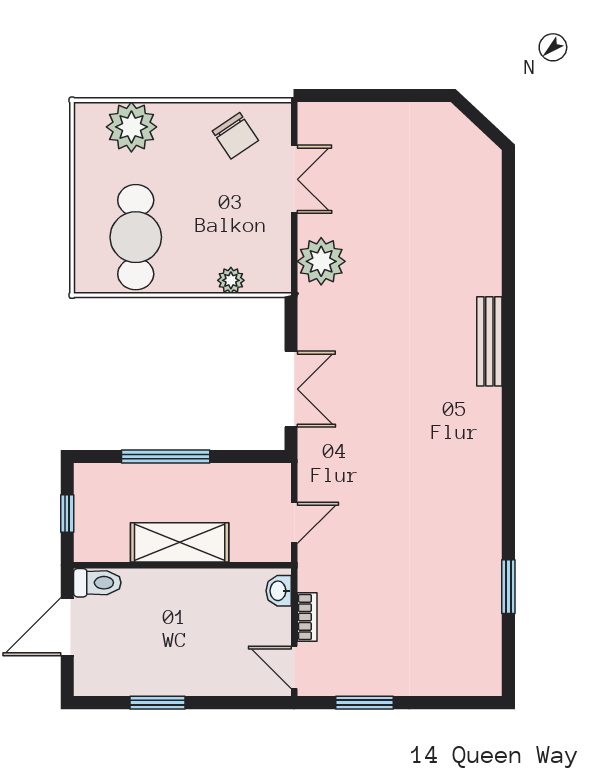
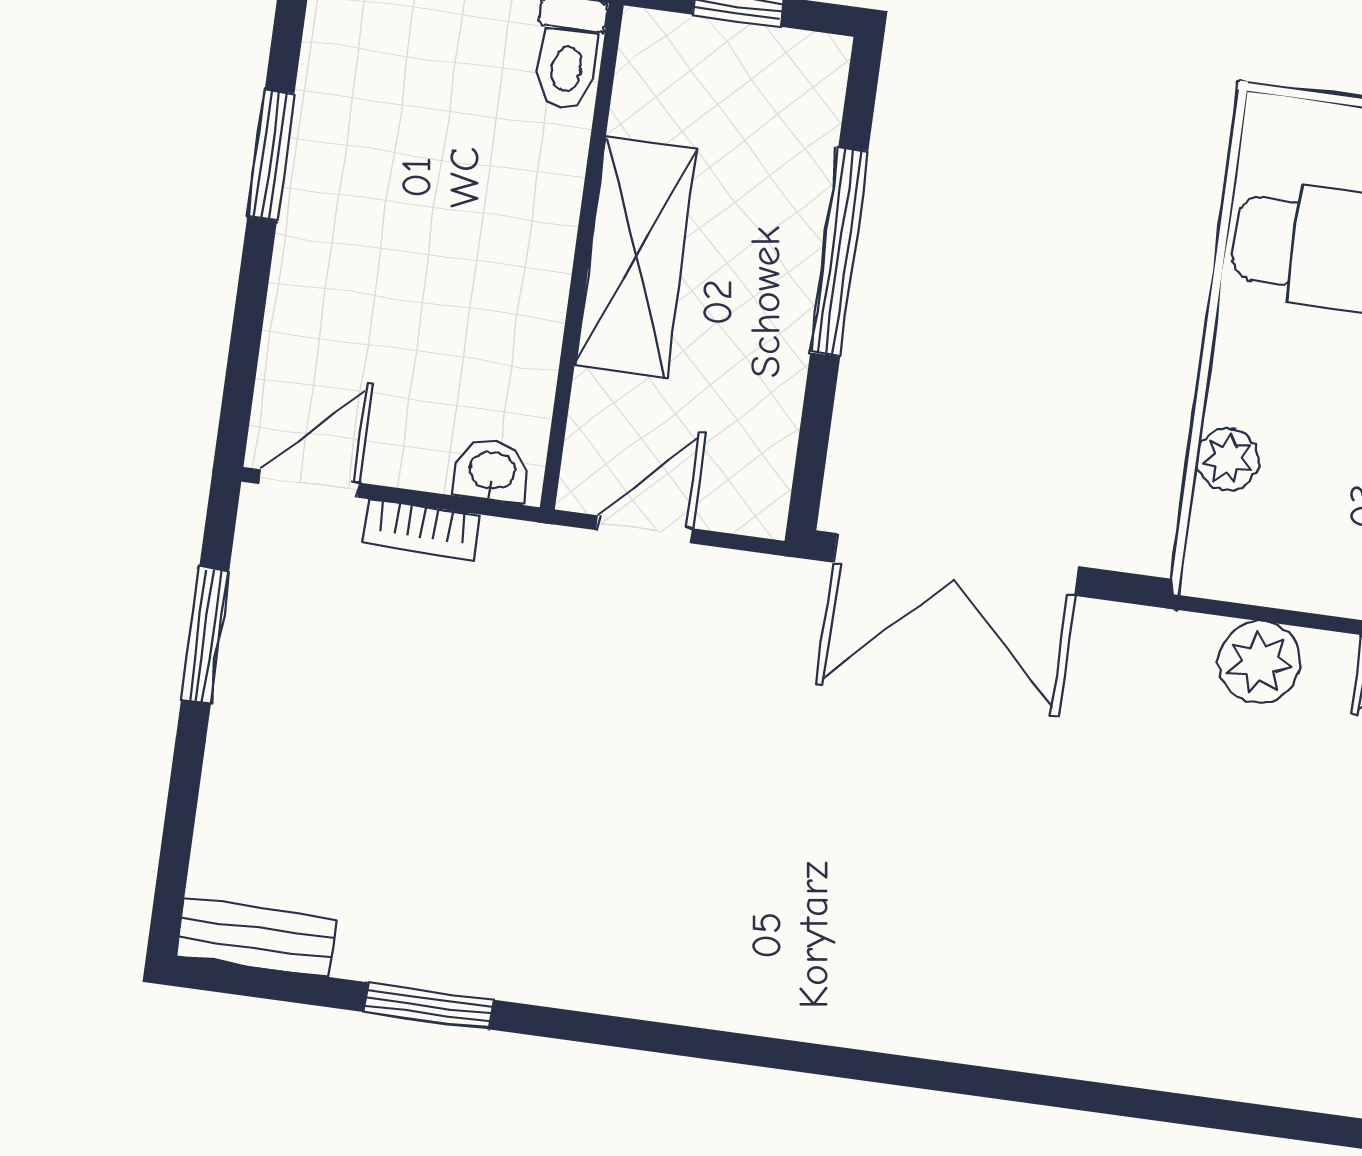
plant: (321, 261) -> (1260, 662), width x0.73, depth x0.73
bench: (489, 341) -> (256, 938), moved, width x0.73
double door: (291, 389) -> (956, 564), width x1.37
door: (294, 523) -> (644, 529), swing flipped

